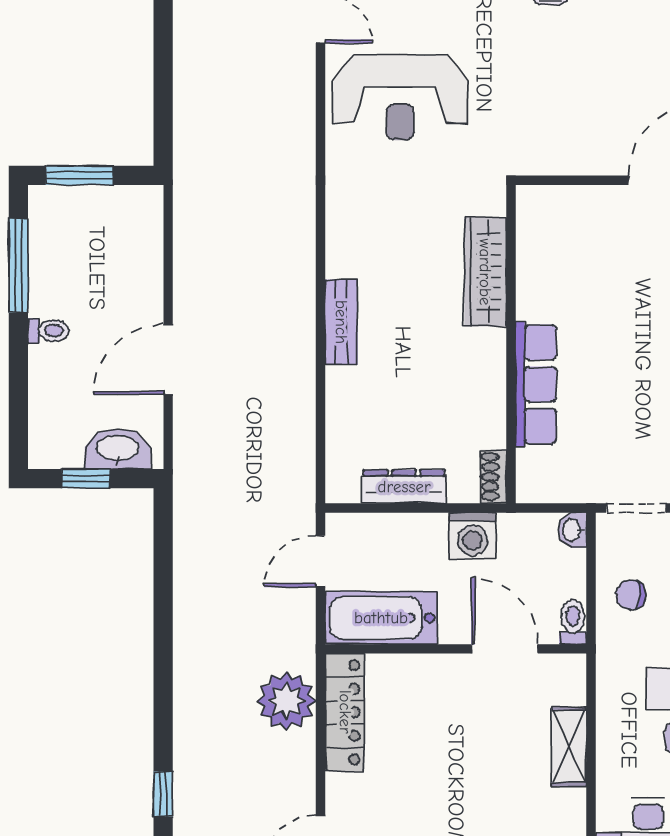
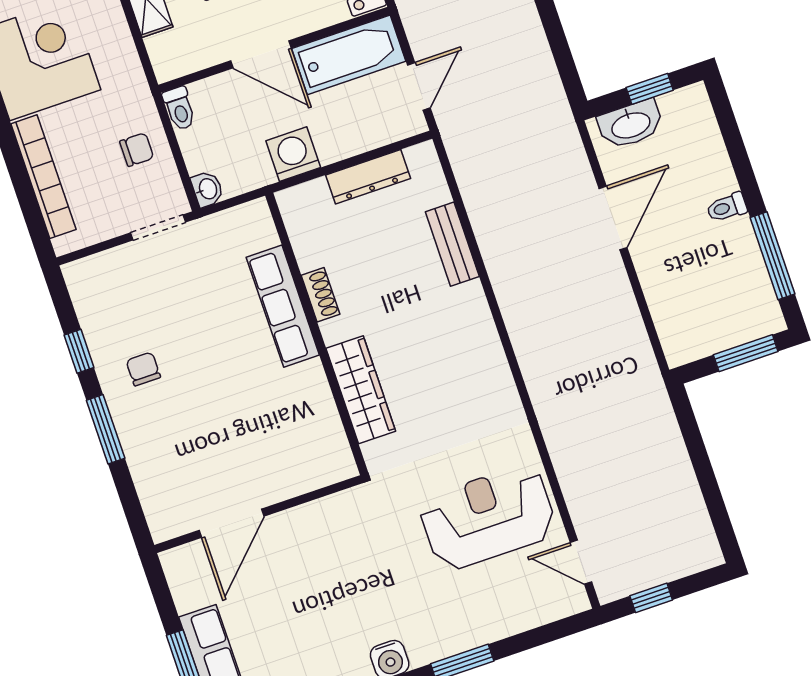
bench: (341, 322) -> (452, 244), moved
shoe rack: (494, 477) -> (321, 295), moved
door: (505, 649) -> (261, 54), moved

